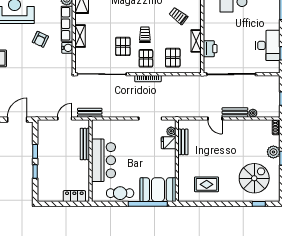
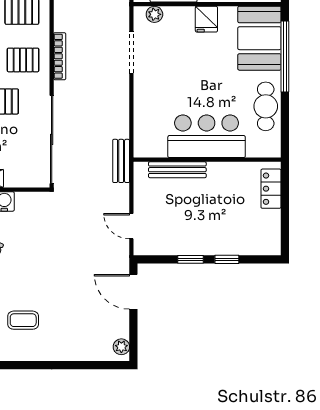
door: (65, 118) -> (131, 226), moved
fridge: (169, 143) -> (206, 19), moved

